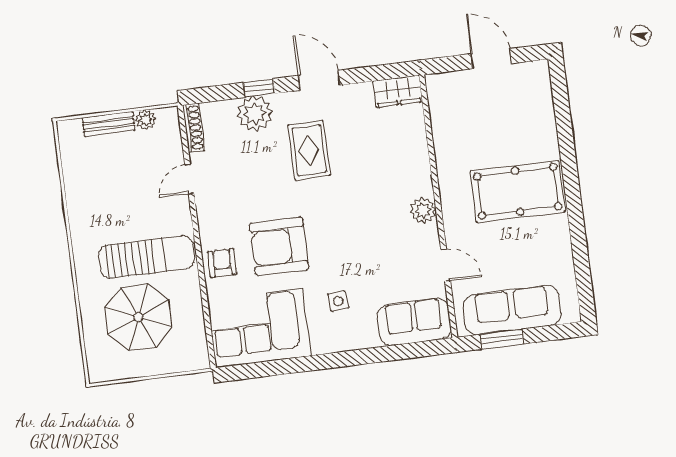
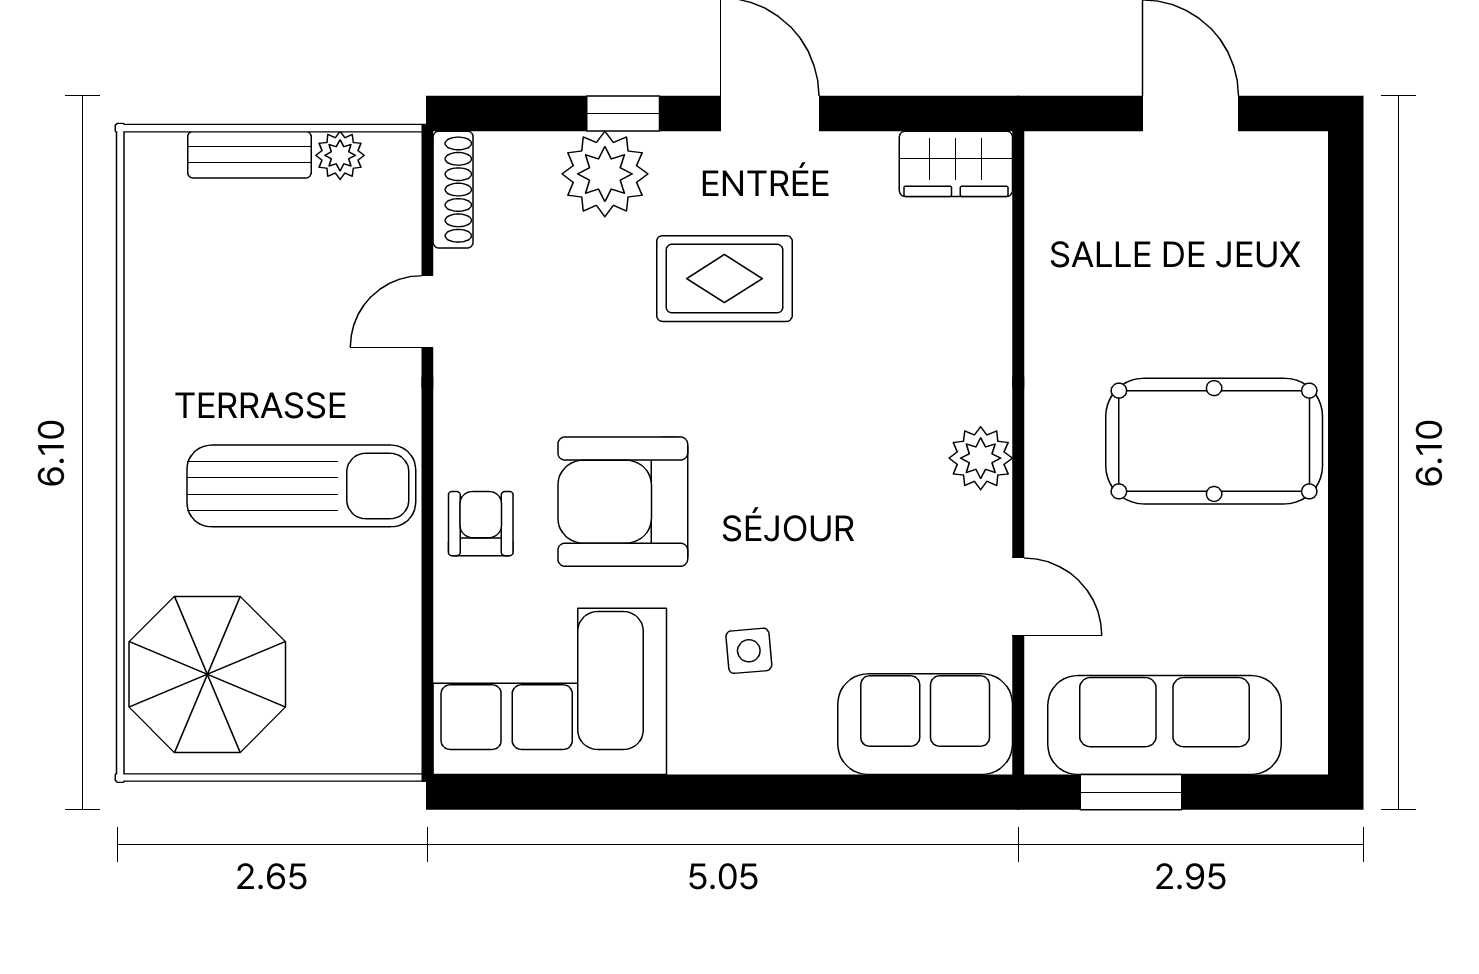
rug: (309, 150) -> (724, 279), turned 90
parasol: (138, 317) -> (207, 674), moved

